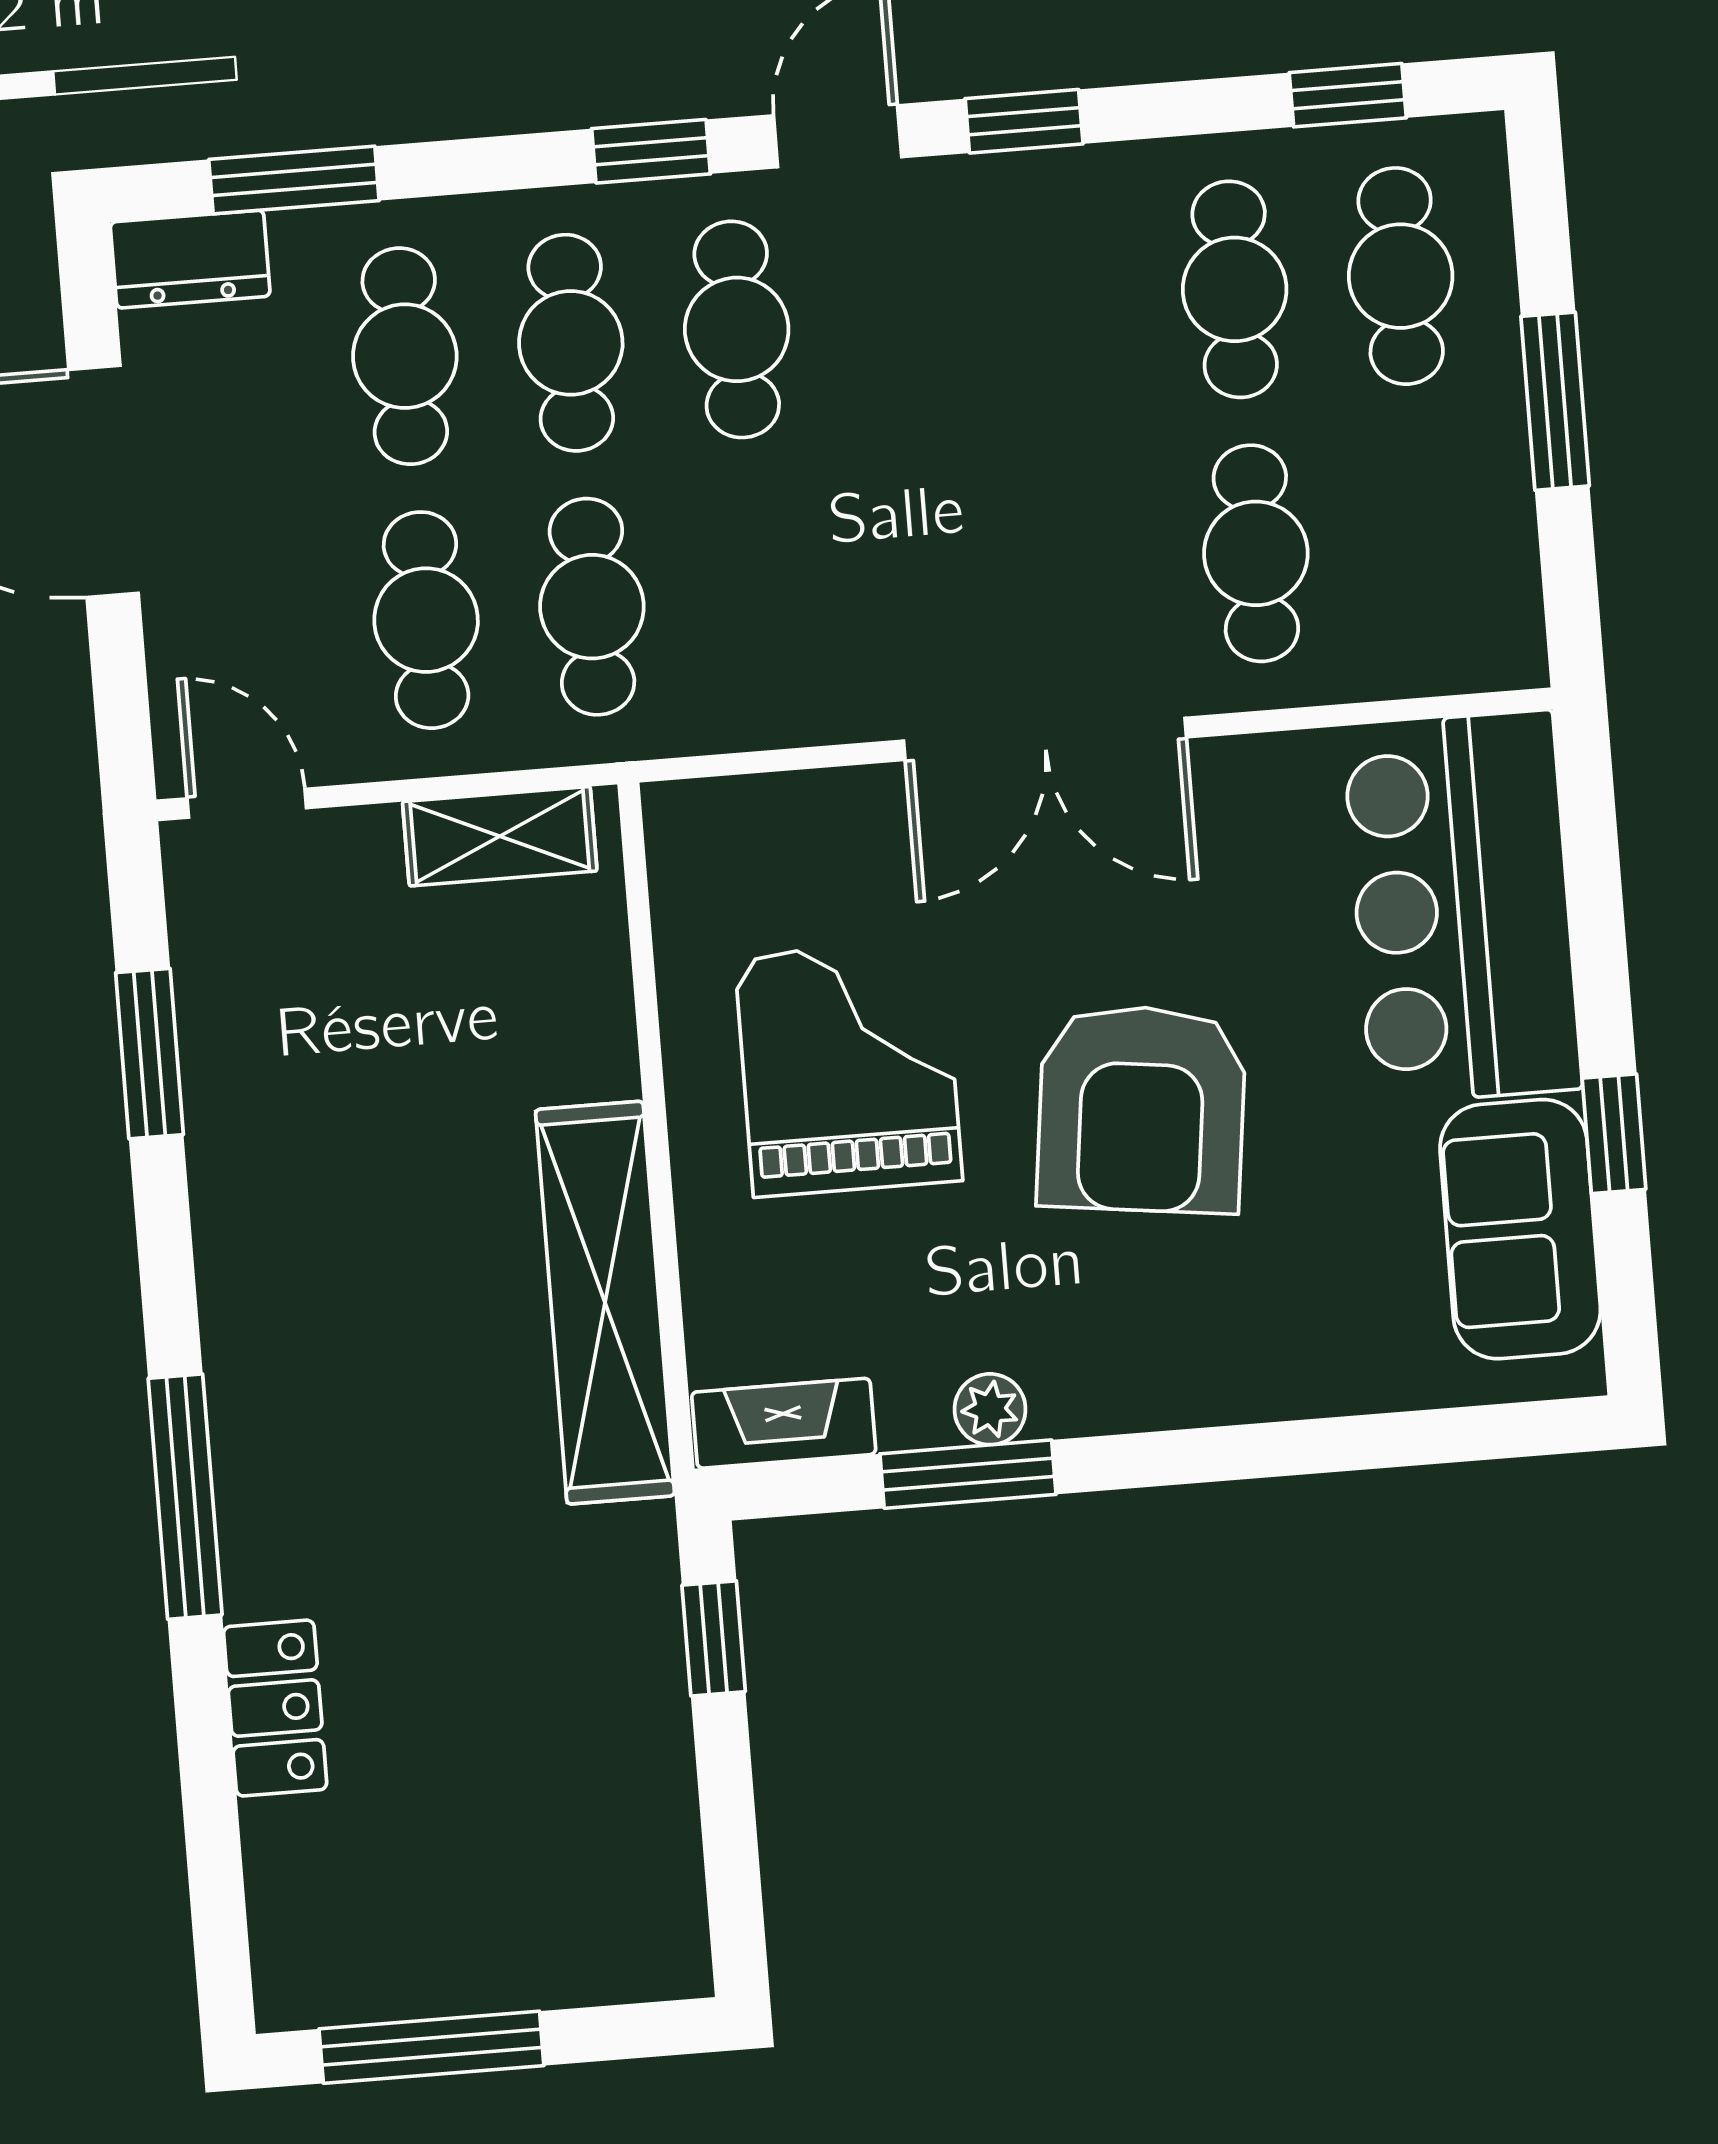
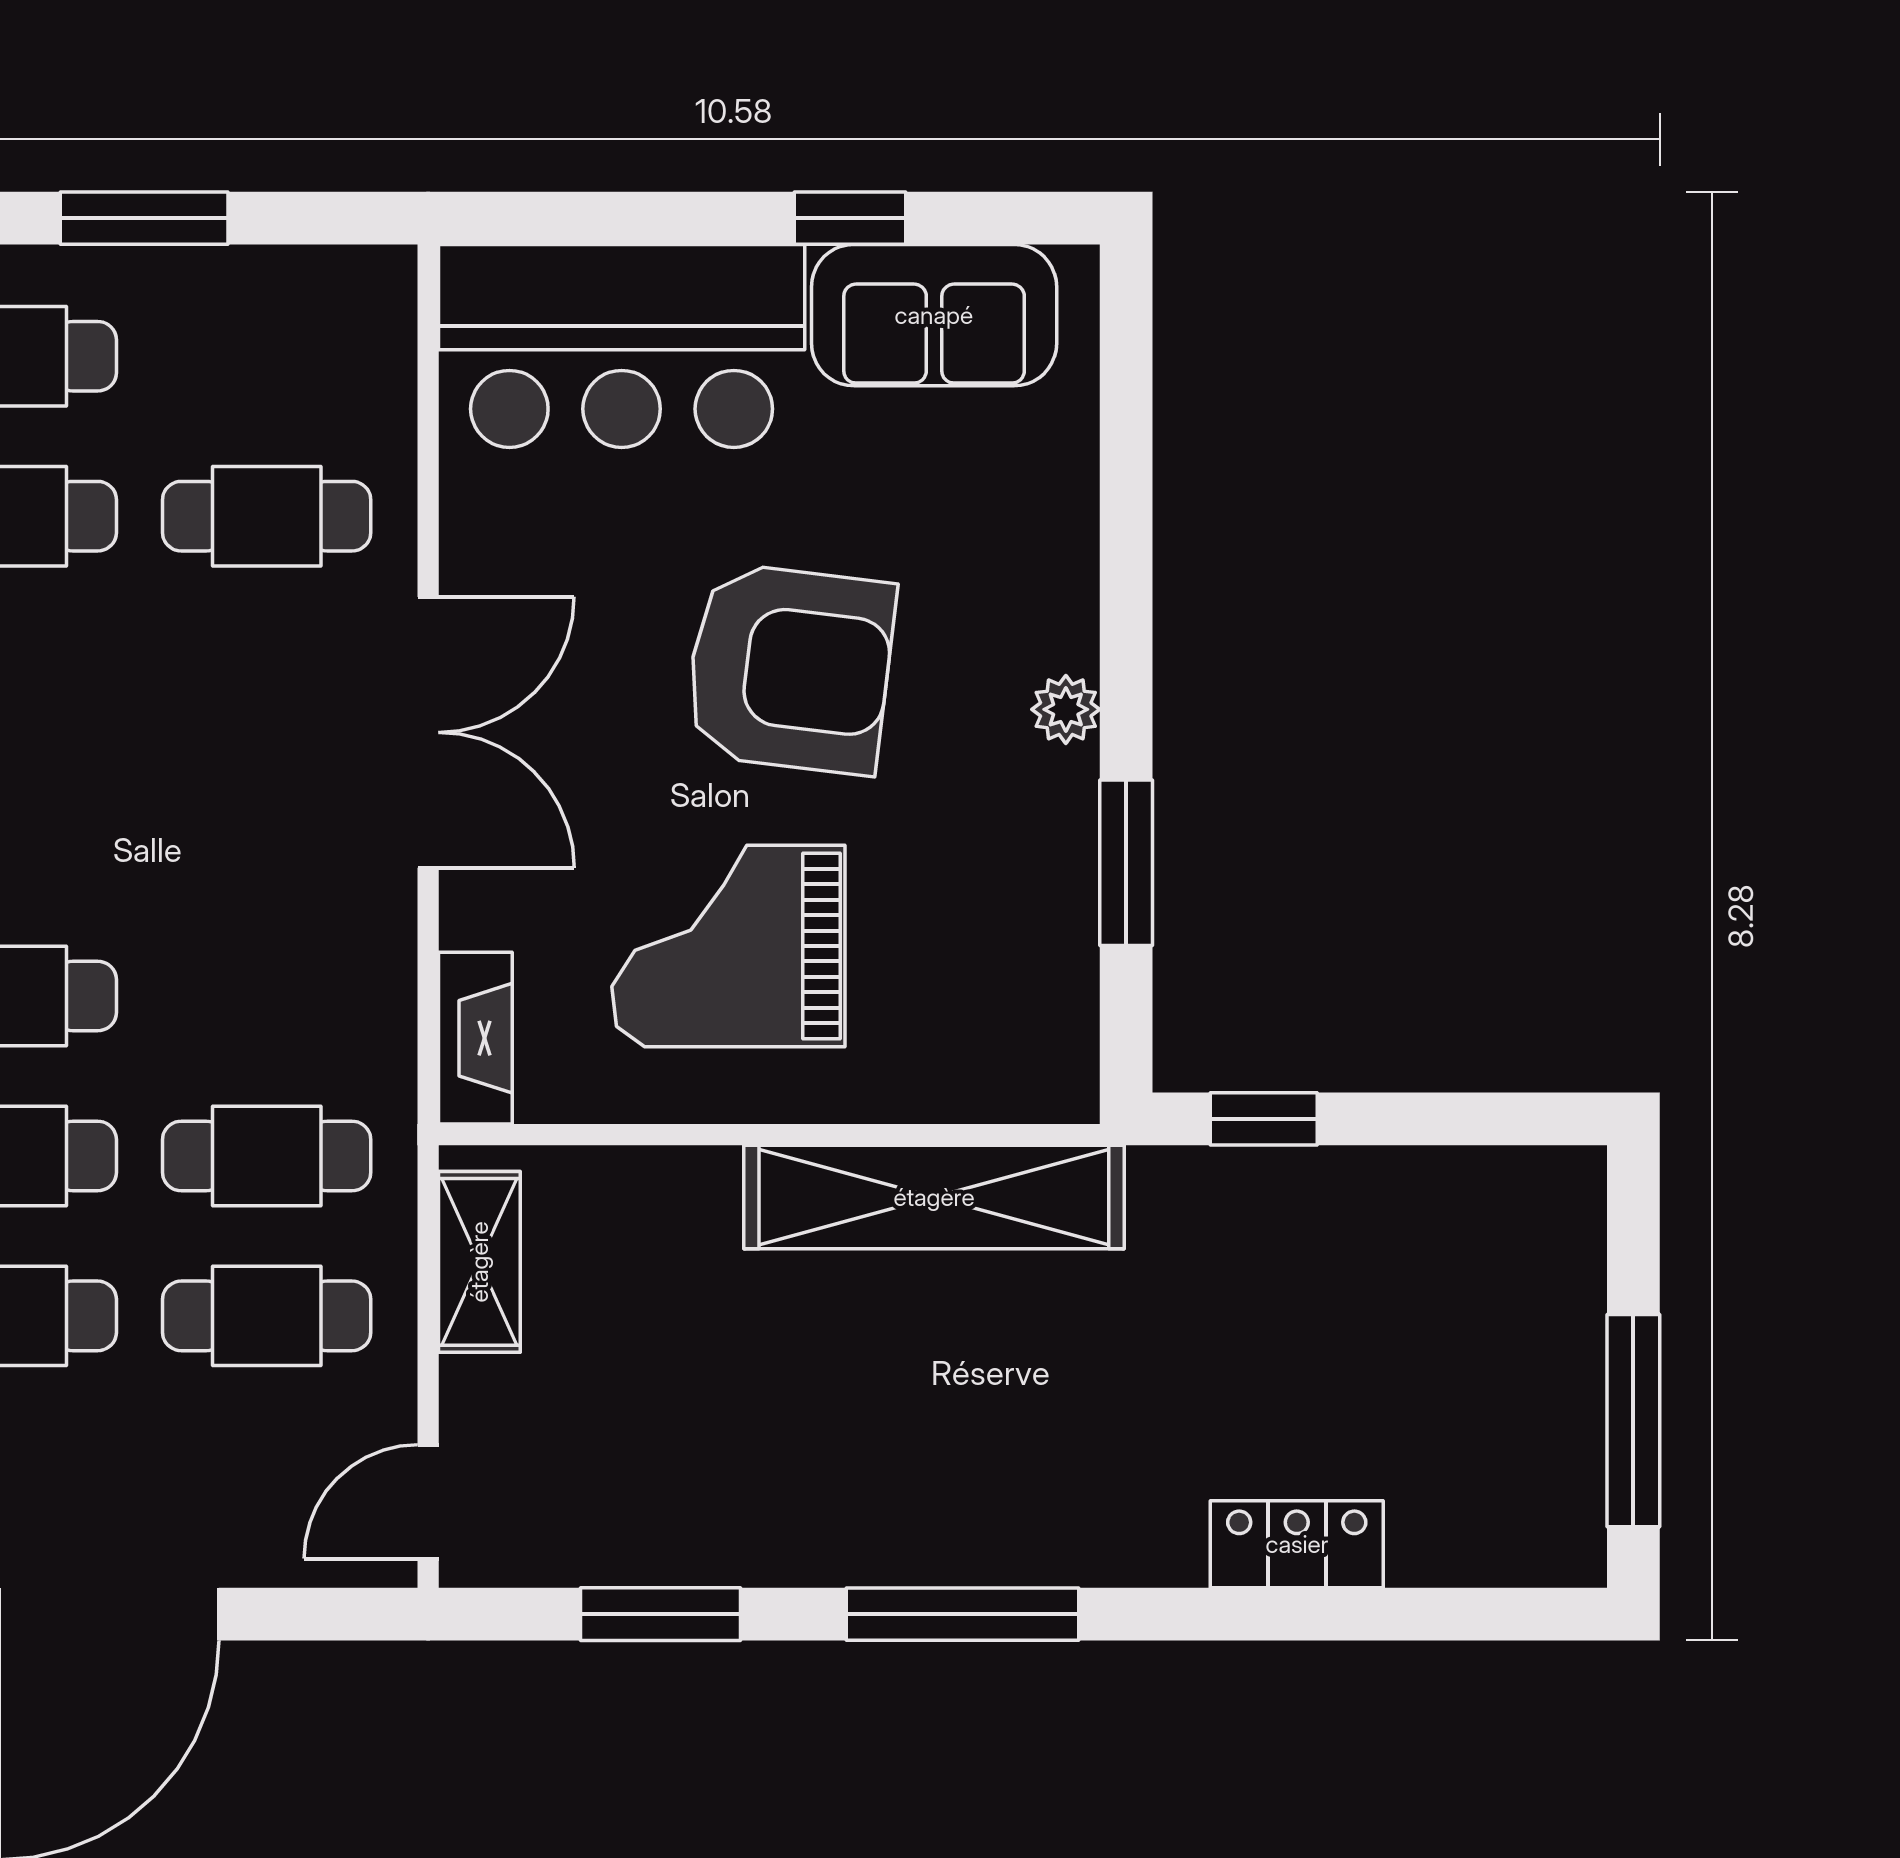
plant: (990, 1409) -> (1066, 709), moved
fireplace: (784, 1423) -> (475, 1038), moved, turned 180
window: (185, 1497) -> (963, 1614), moved

